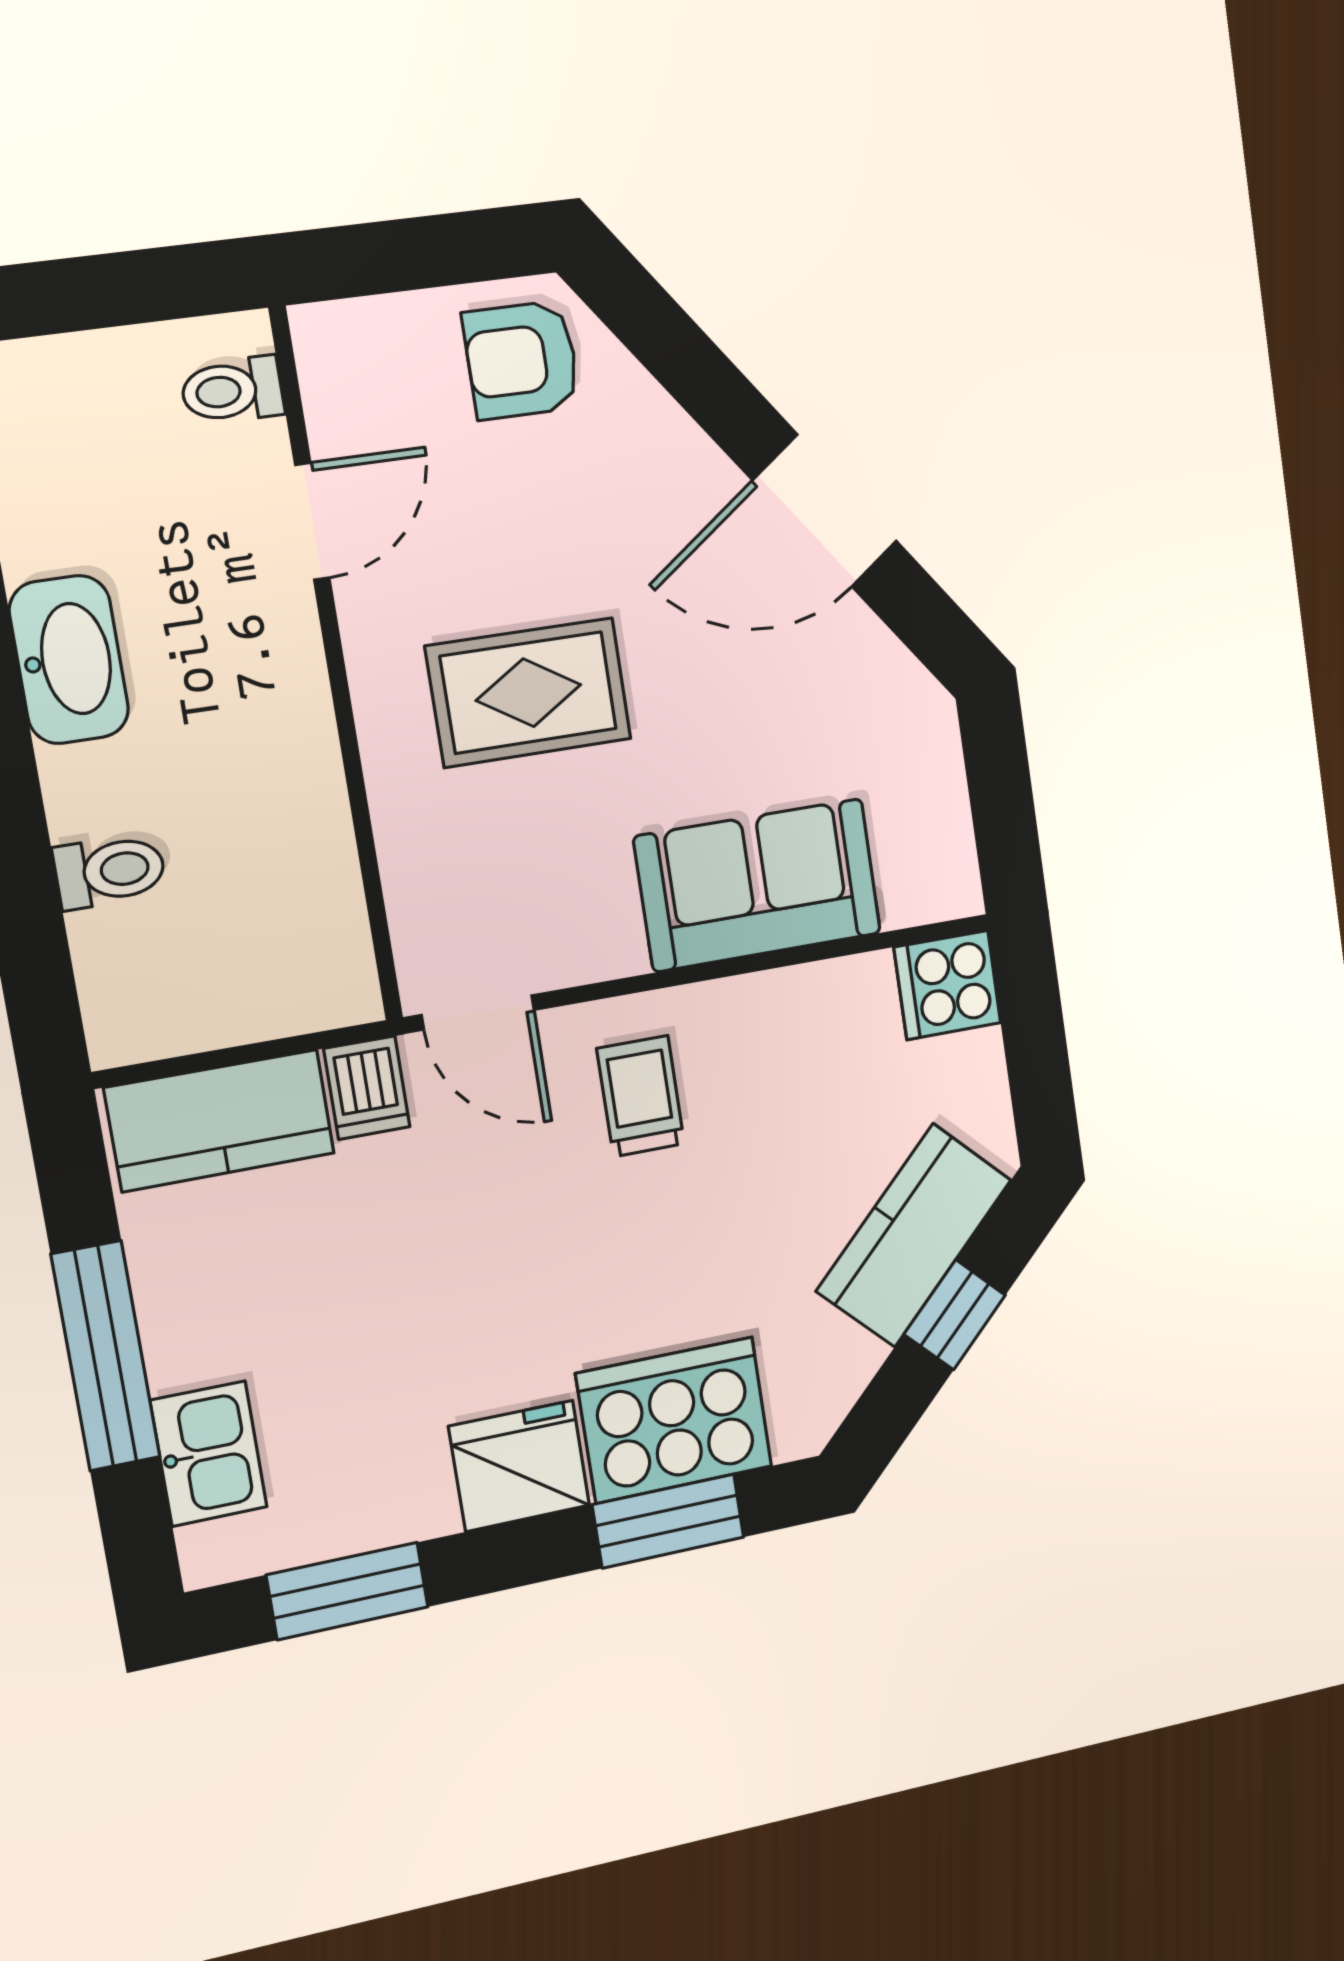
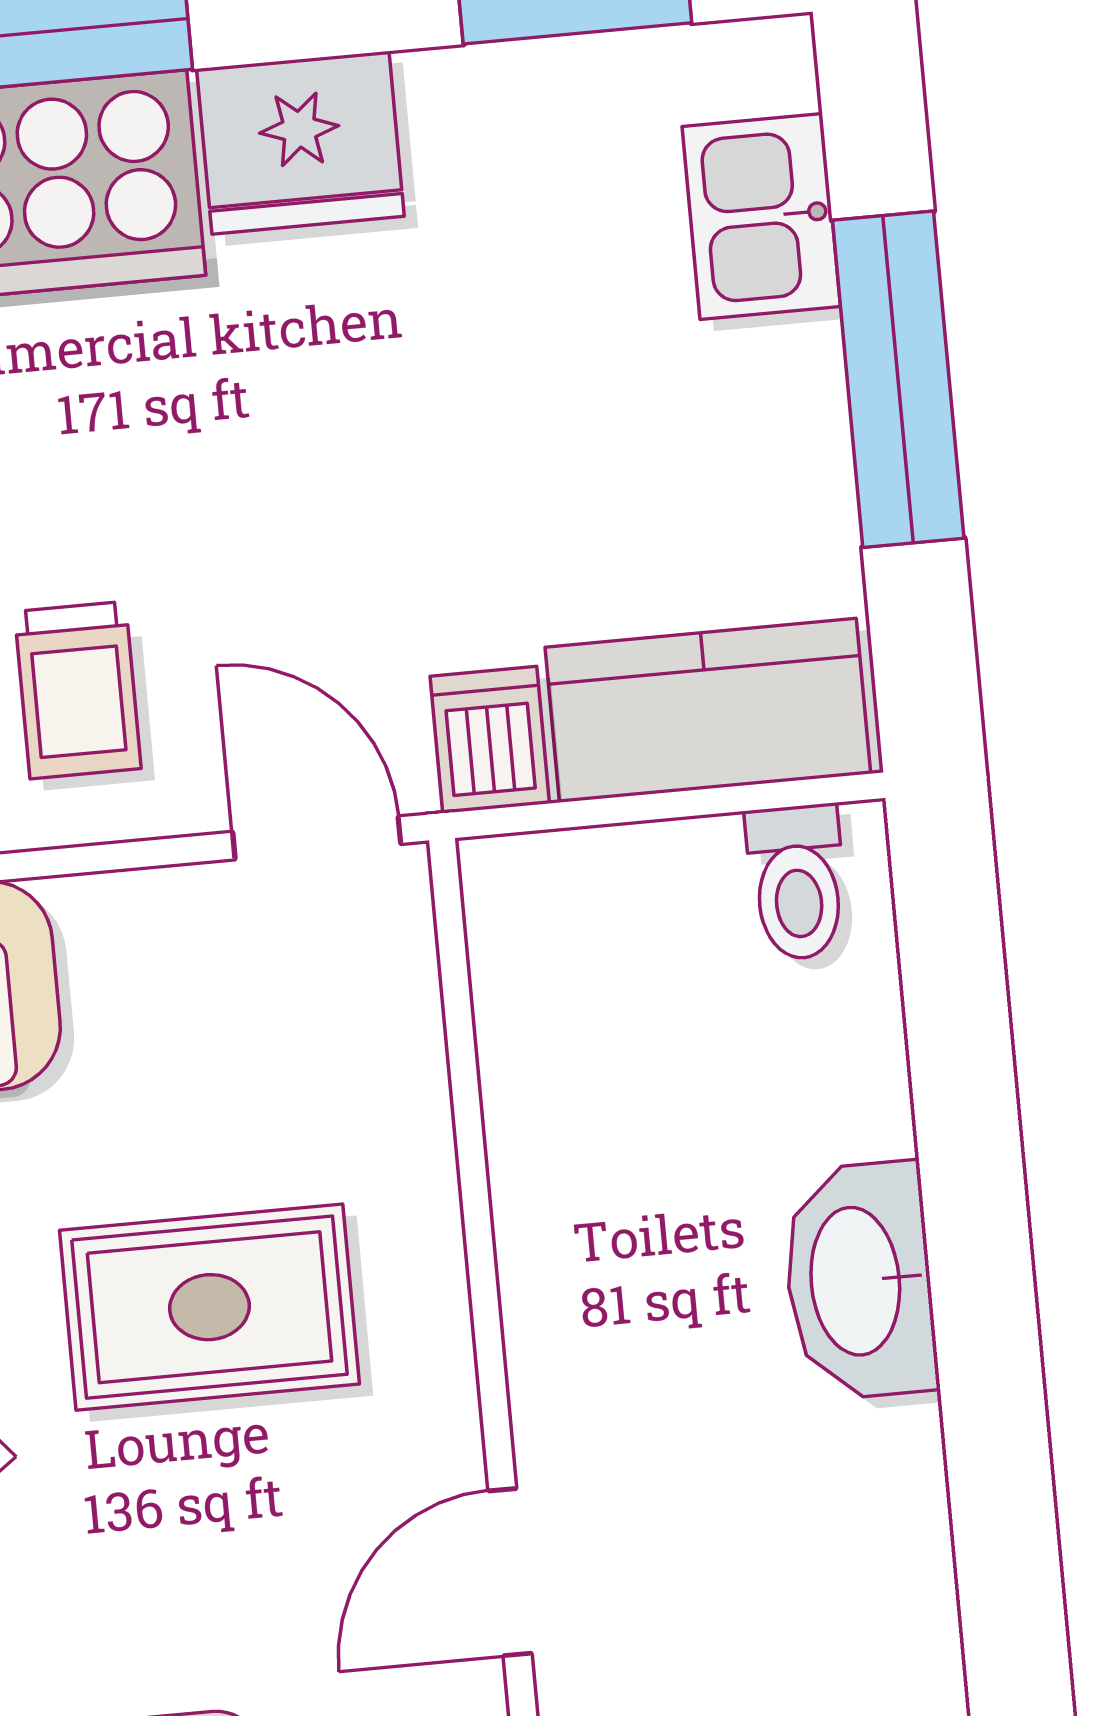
washbasin: (69, 660) -> (859, 1281), moved
toilet: (110, 871) -> (797, 882), moved, turned -90

